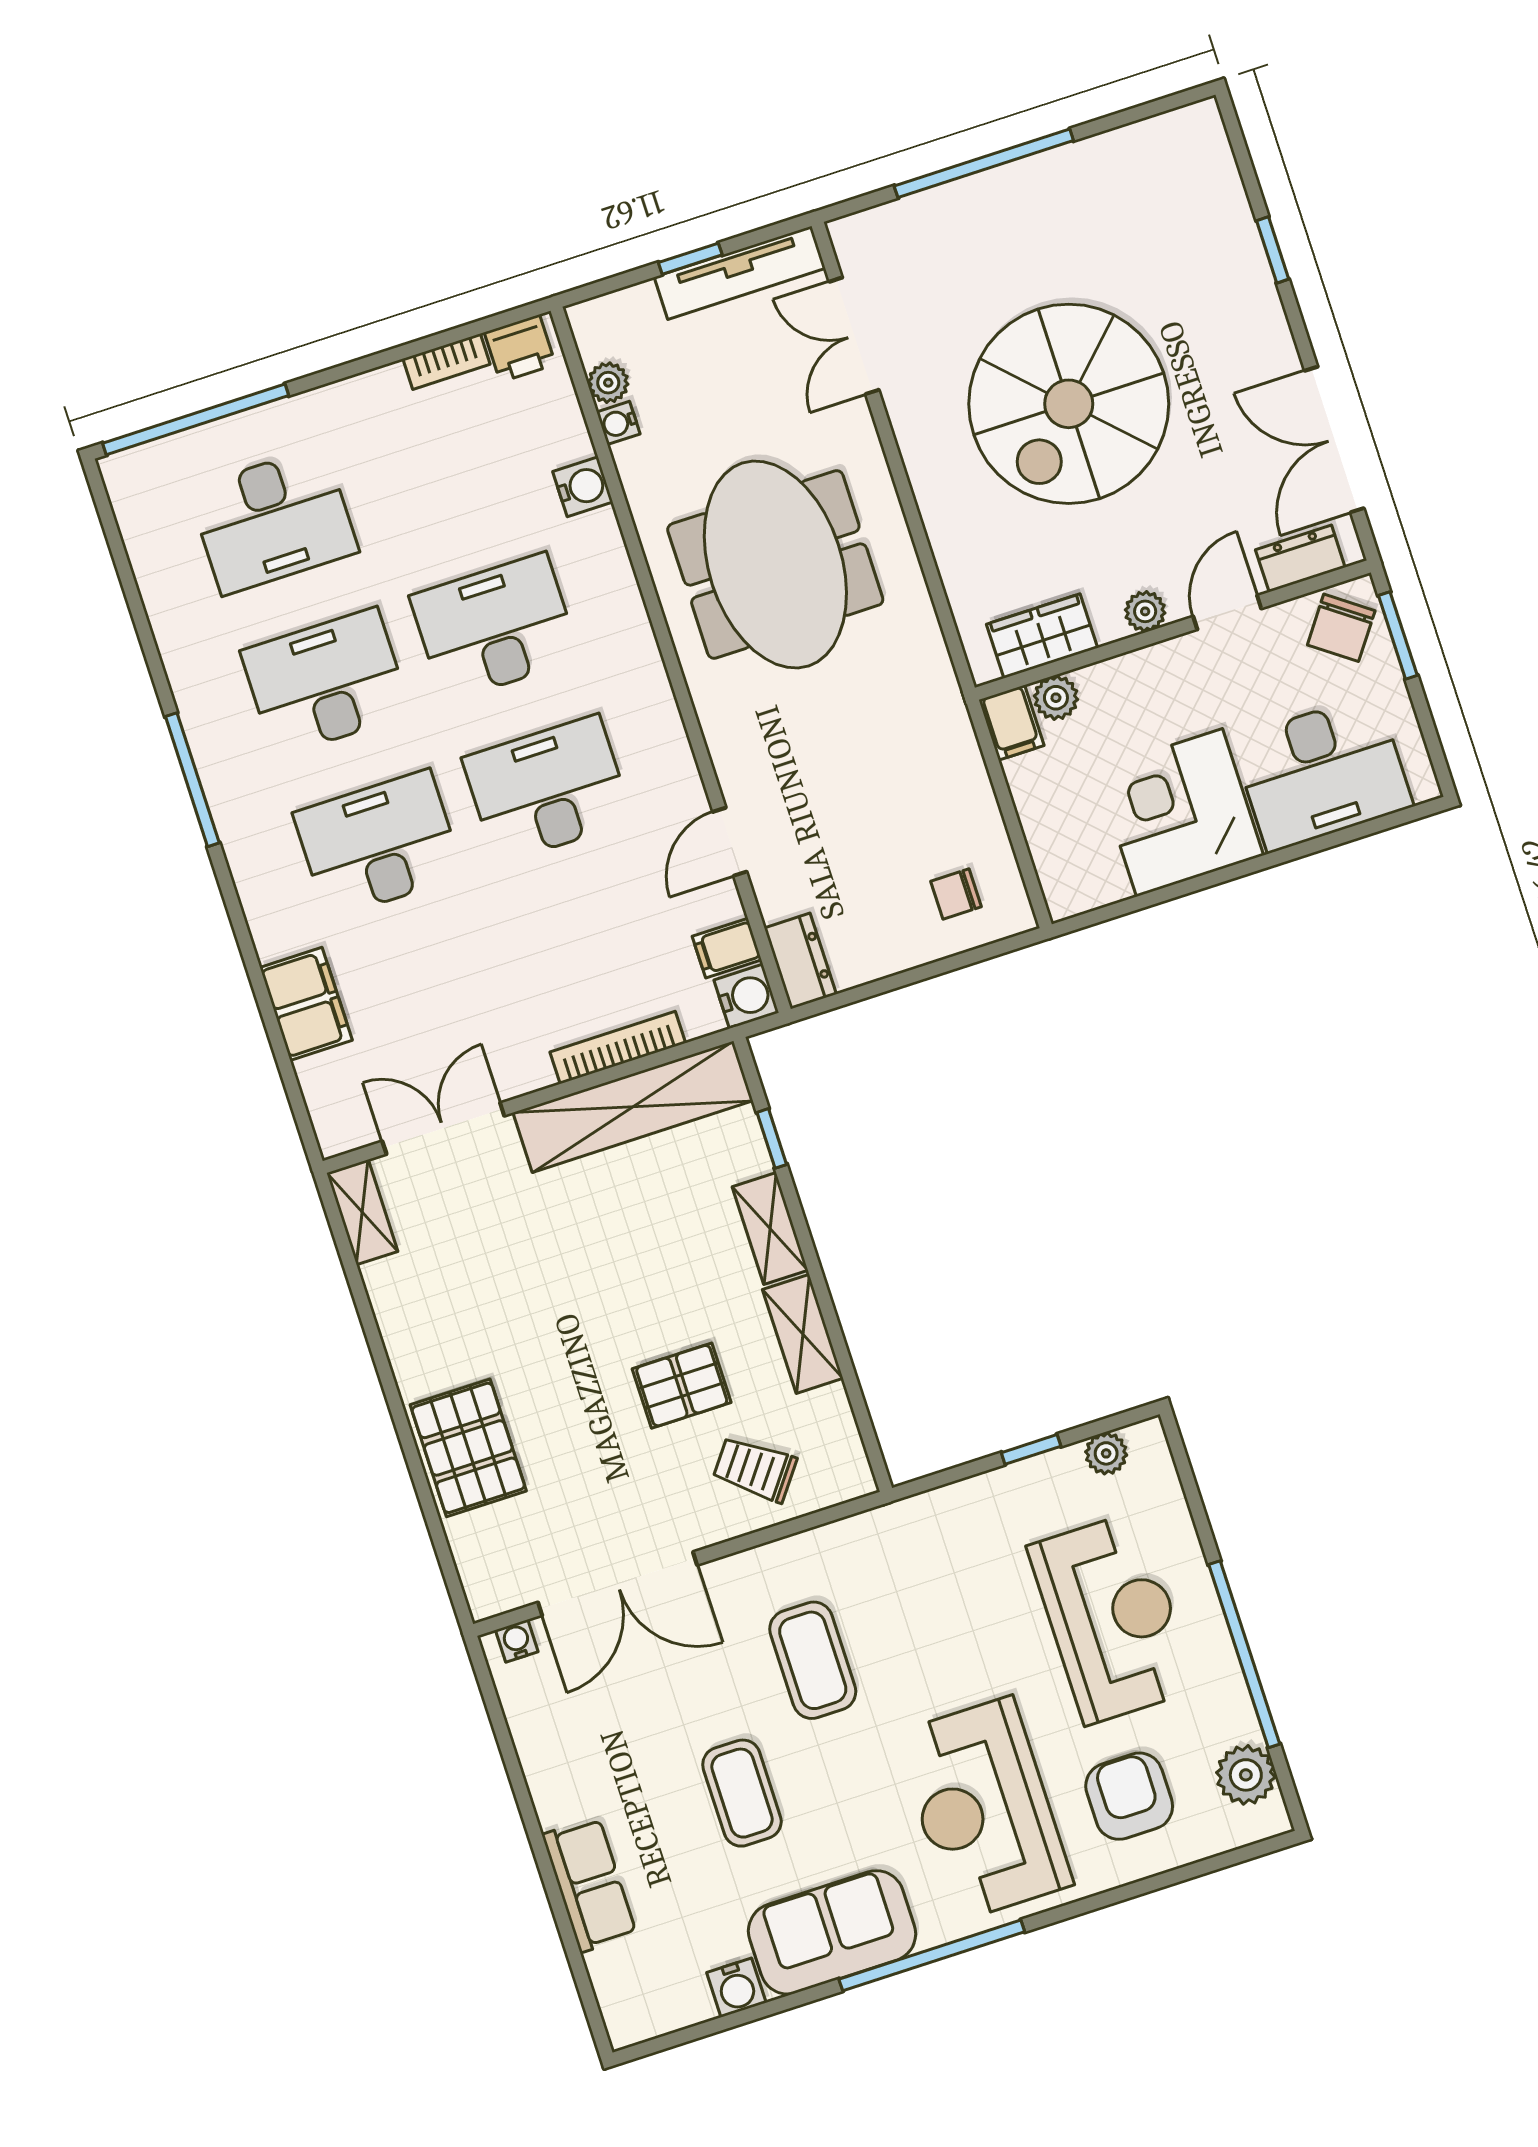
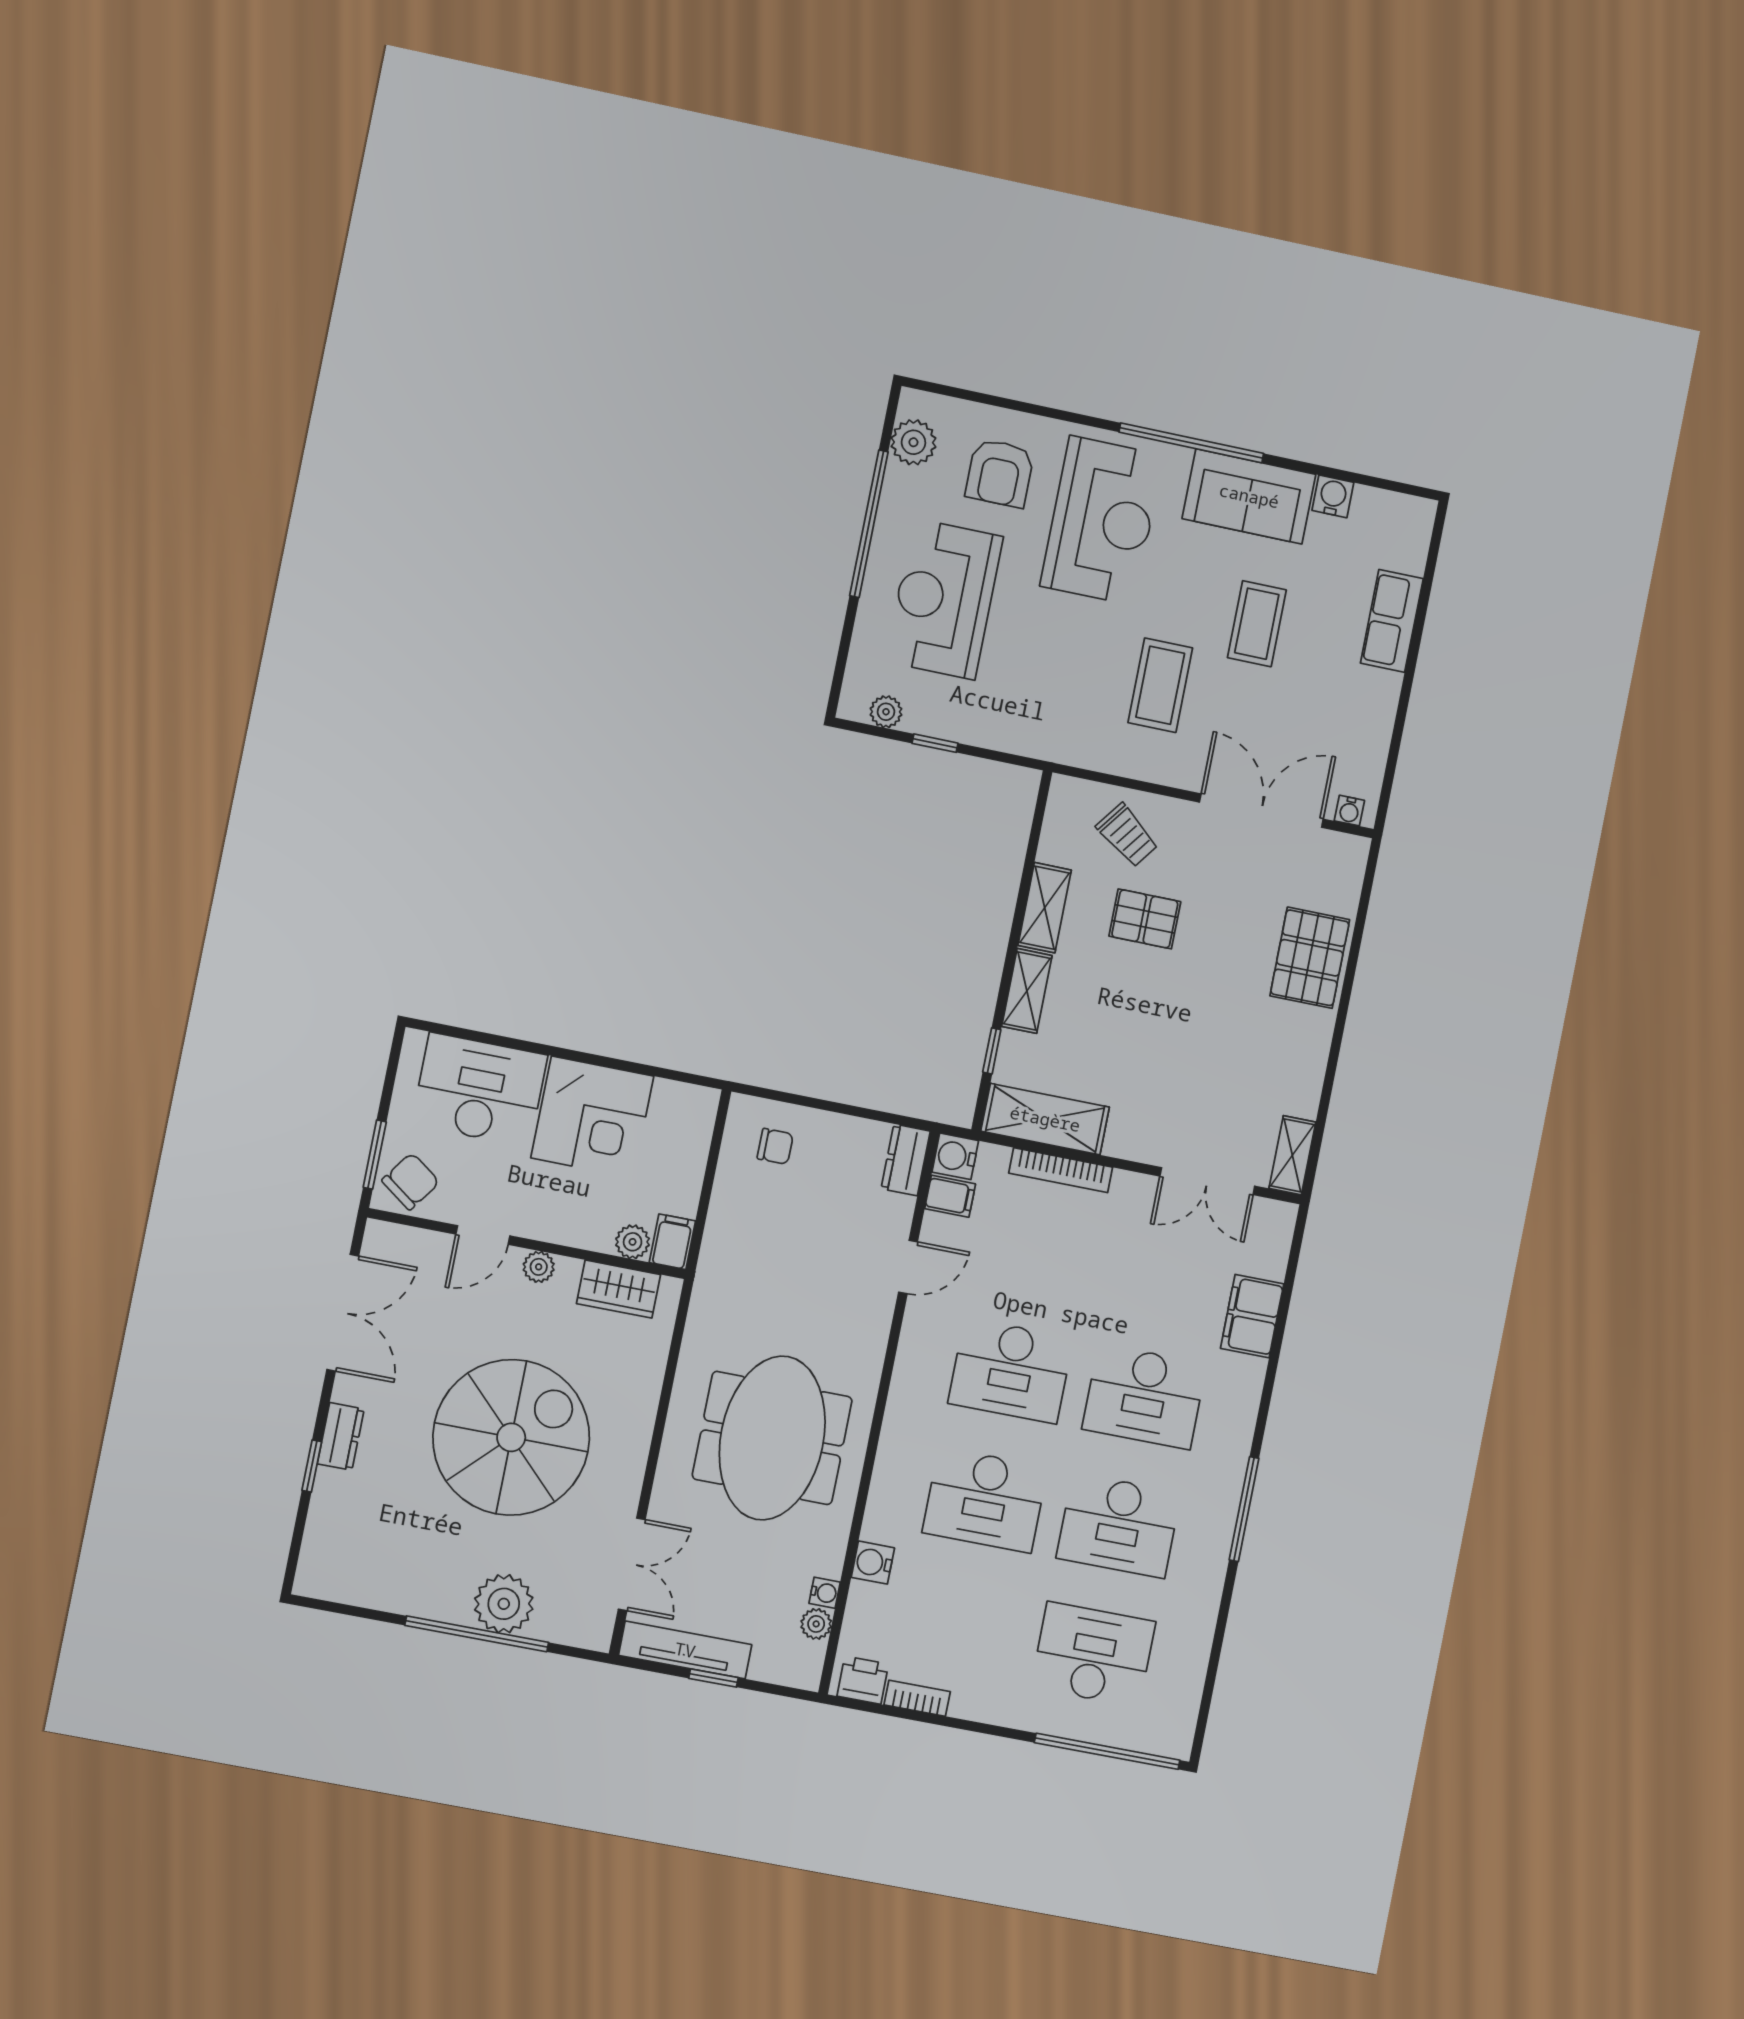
plant: (973, 213) -> (504, 1604), added
dresser: (1300, 559) -> (341, 1436), moved, turned -90
shelving: (633, 1107) -> (1045, 1119), width x0.68

